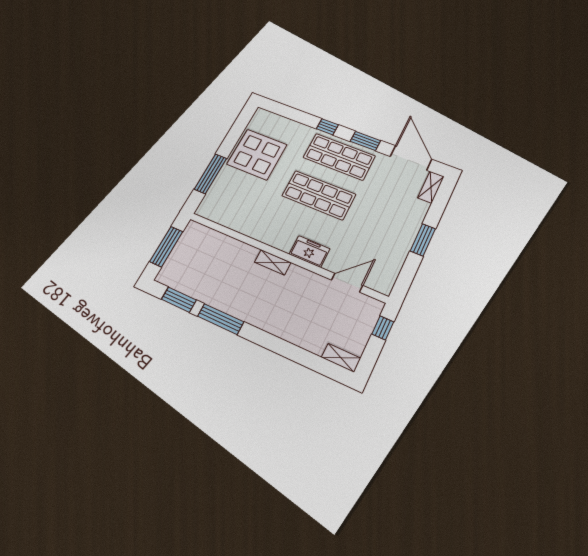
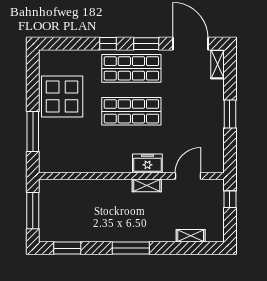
shelving: (273, 262) -> (147, 185), moved
window: (221, 319) -> (131, 248), moved
shelving: (341, 358) -> (191, 236), moved

